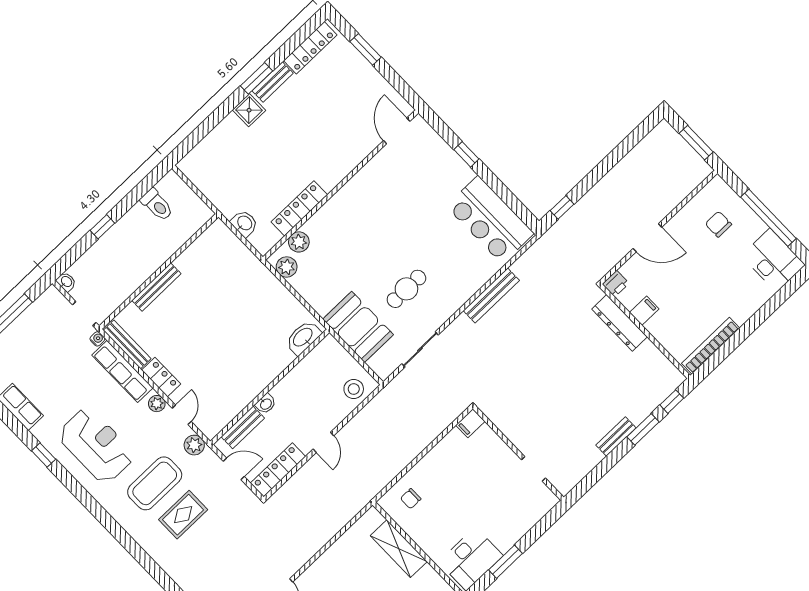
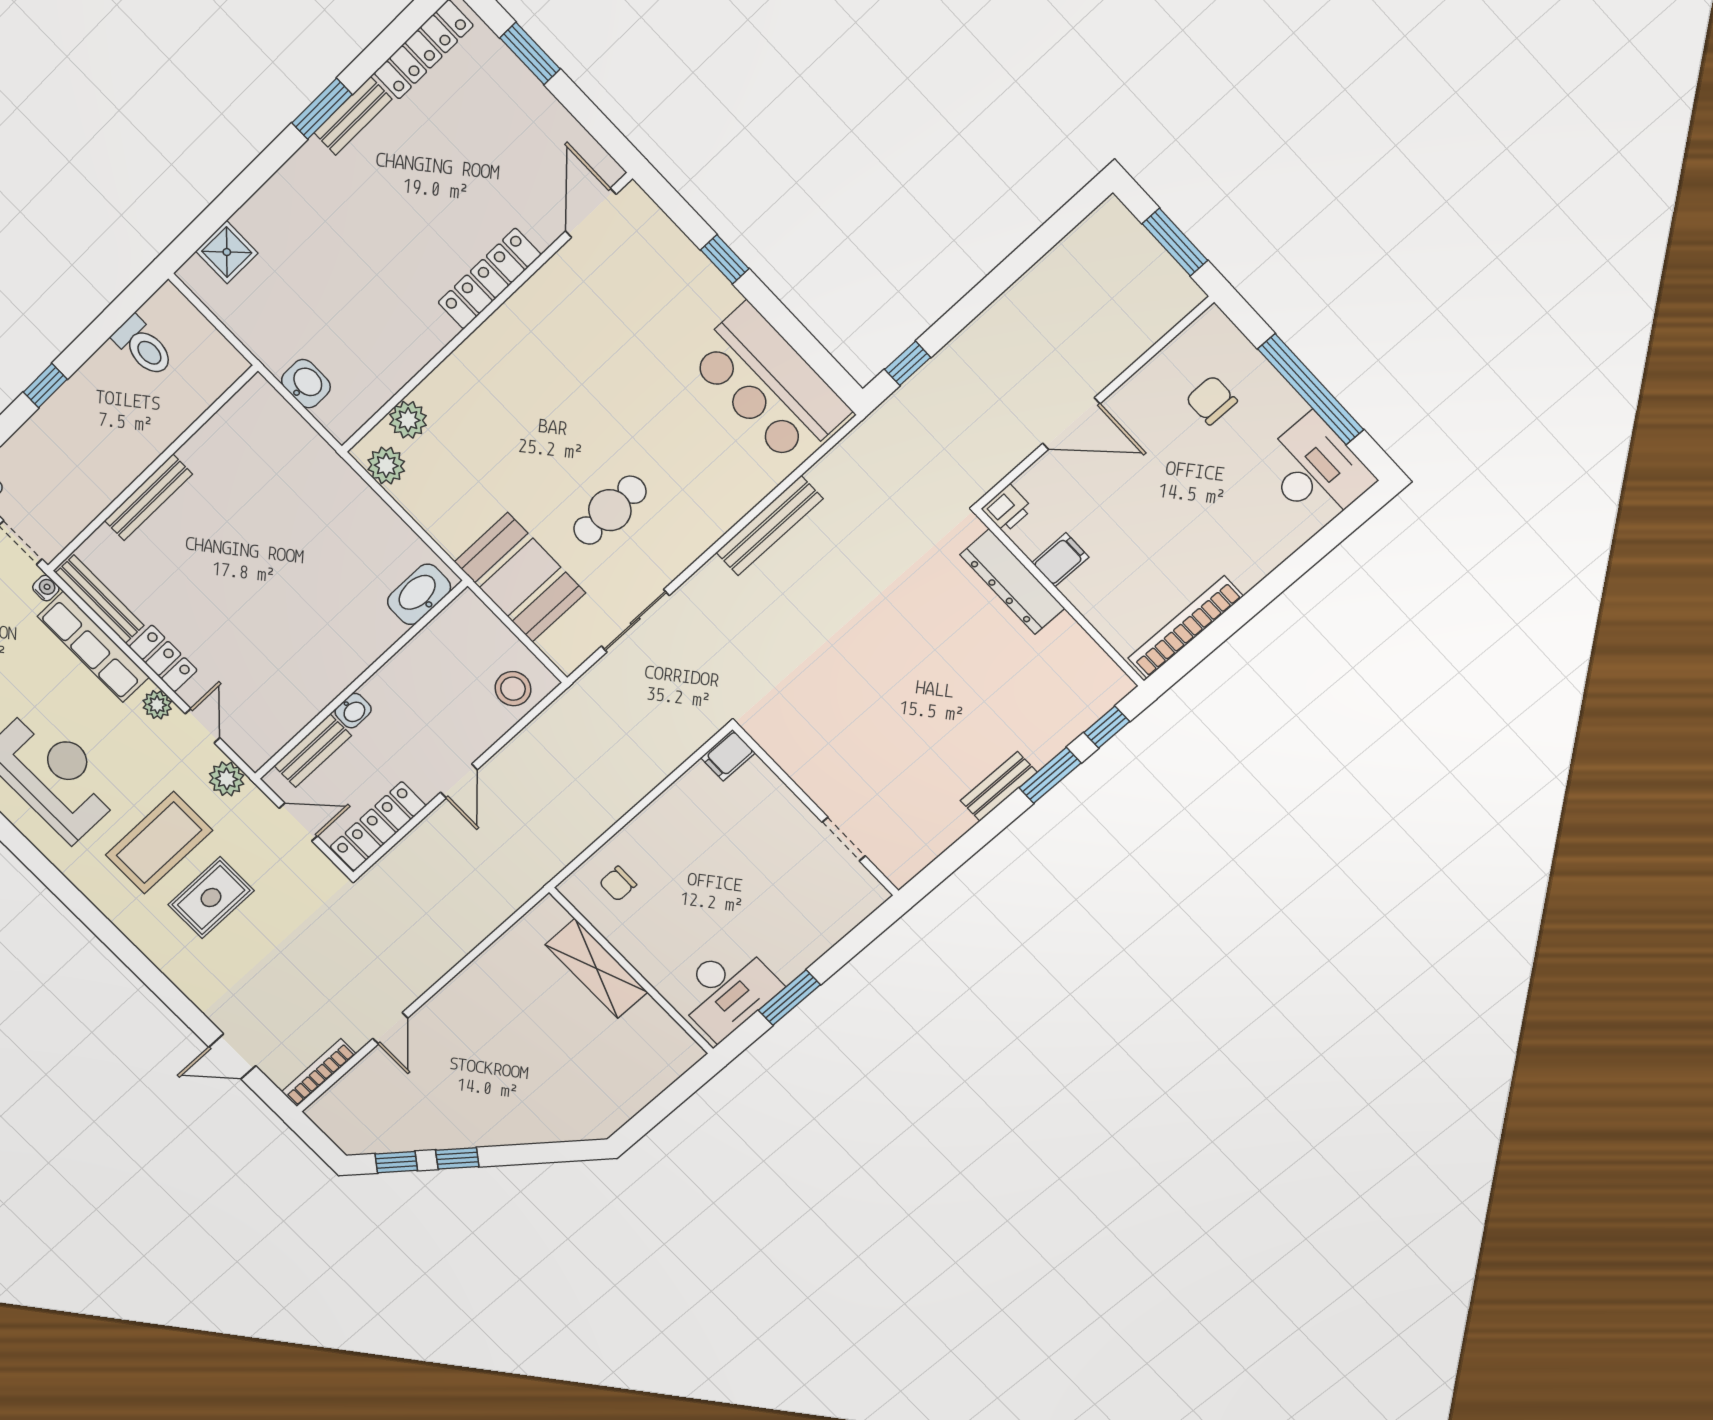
shower: (249, 110) -> (227, 252), moved
locker: (299, 208) -> (489, 279), moved

